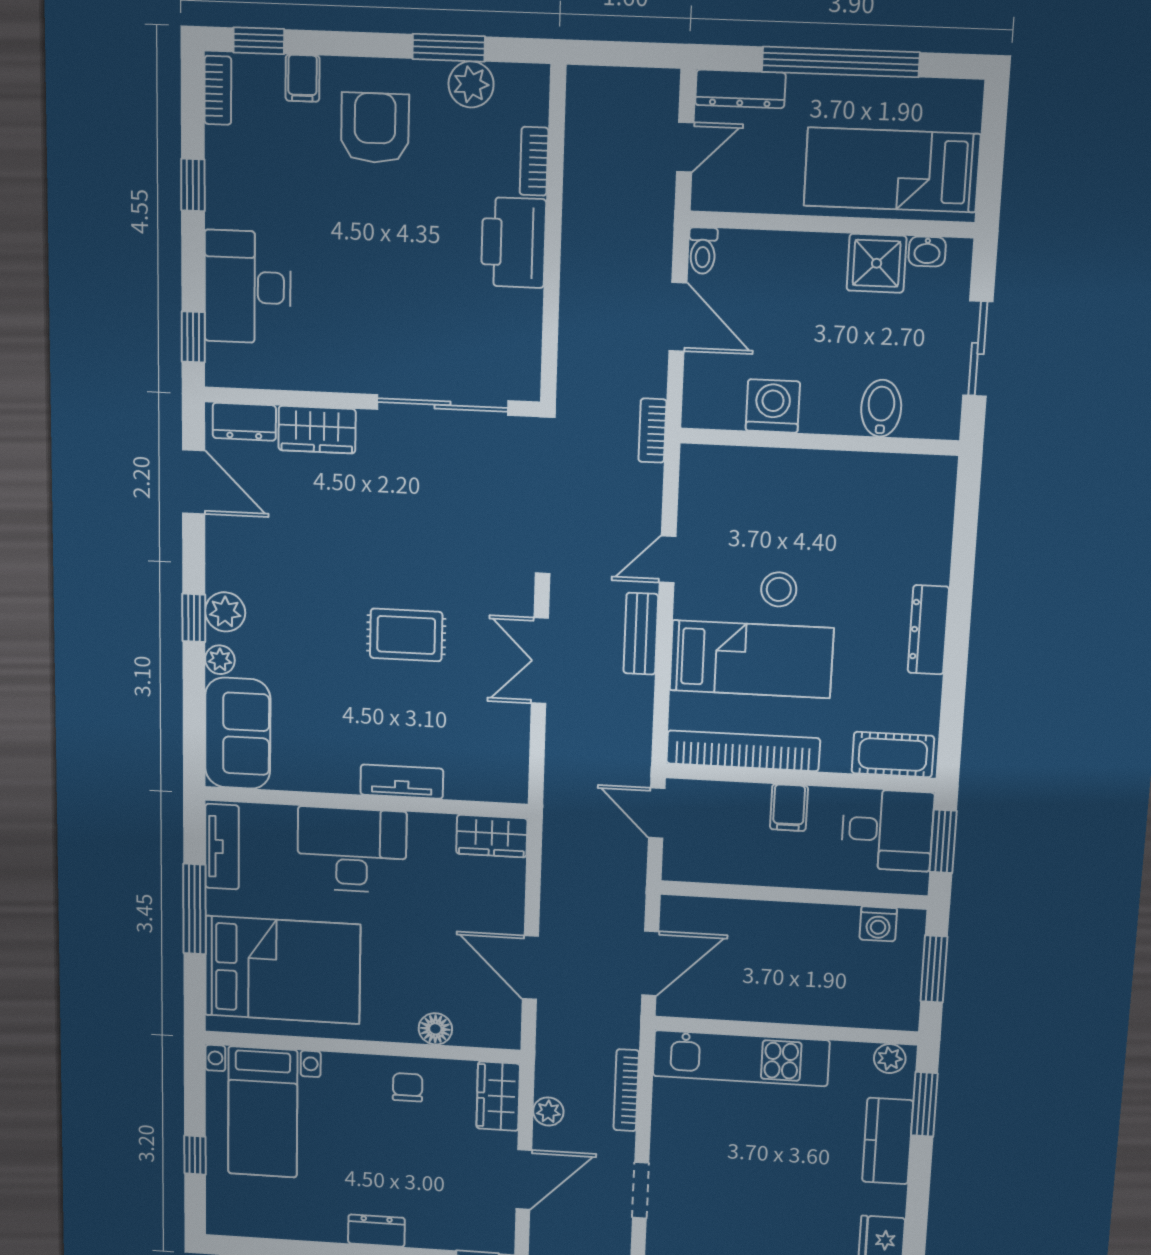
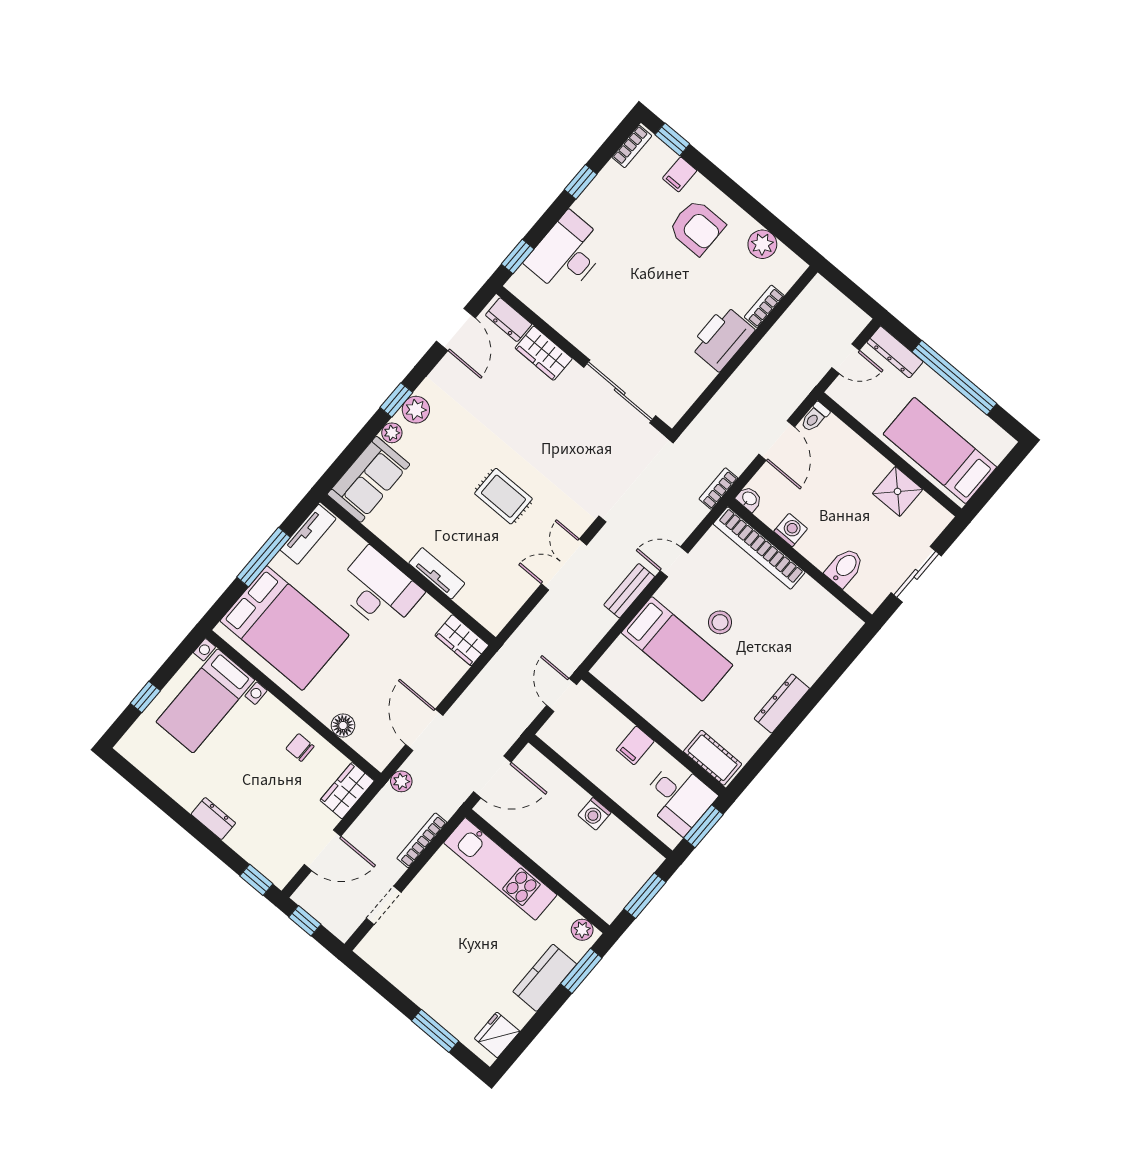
window: (449, 48) -> (765, 218), removed
armchair: (375, 128) -> (697, 227), turned 90
washbasin: (927, 251) -> (749, 499), moved, turned 180
washing machine: (773, 406) -> (791, 530), width x0.73, depth x0.73
bookcase: (743, 751) -> (759, 548), moved, turned 180
washing machine: (878, 924) -> (595, 814), moved
chair: (408, 1087) -> (300, 747), turned -90
plant: (548, 1111) -> (401, 781), moved

